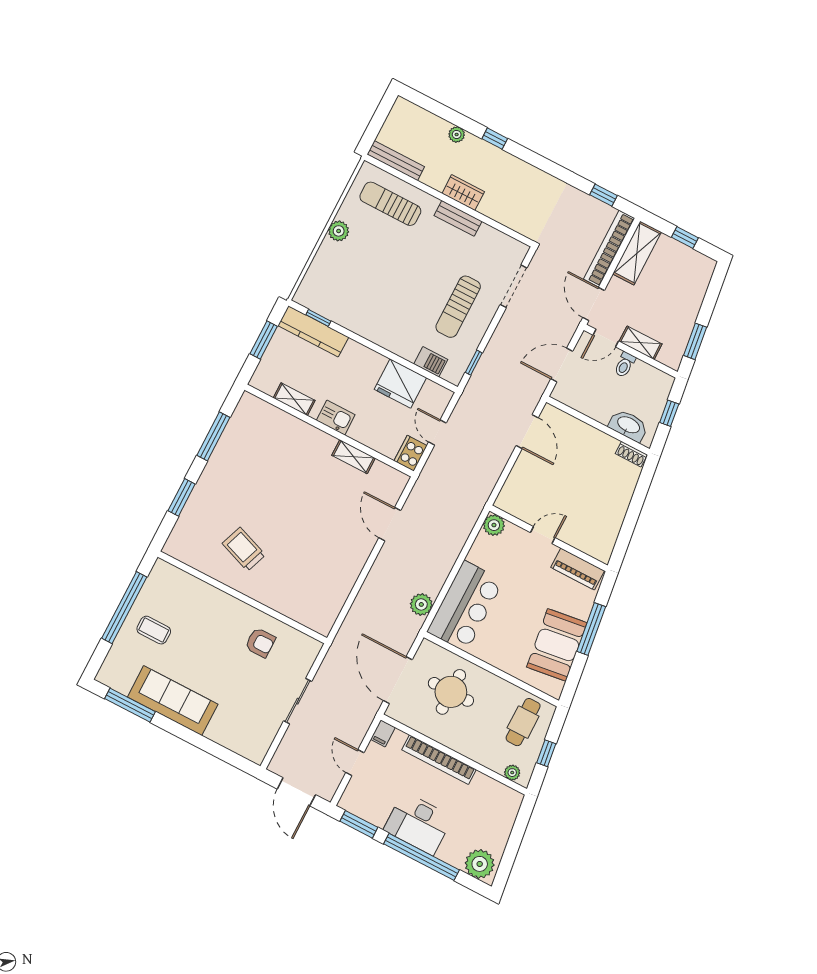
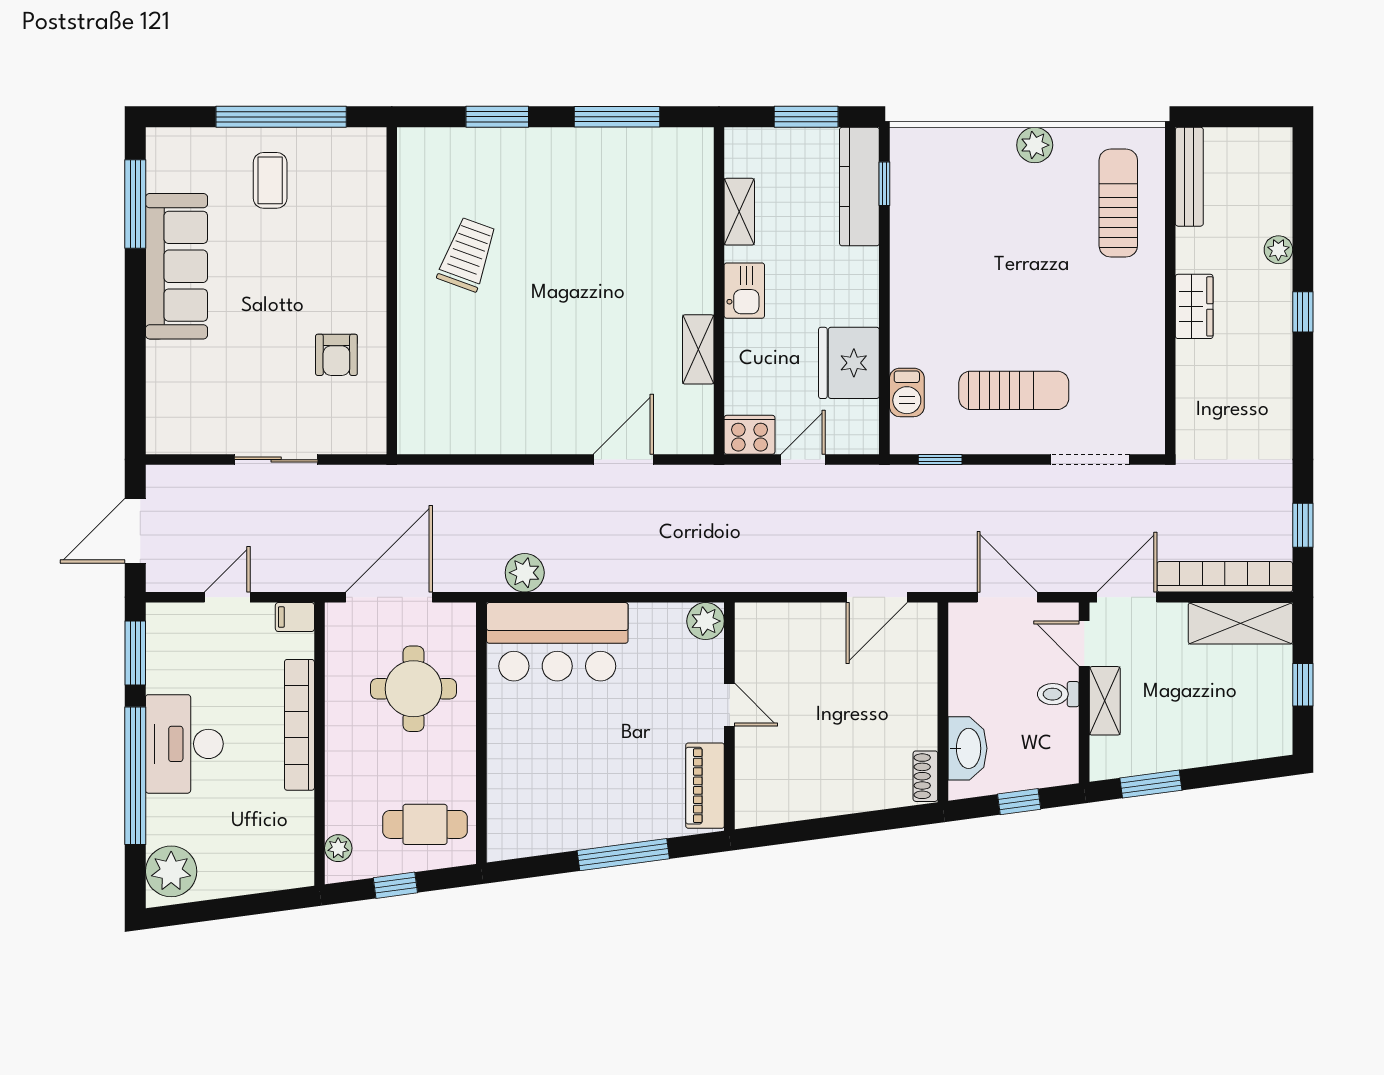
bench: (458, 218) -> (1150, 319), removed
sun lounger: (458, 307) -> (1014, 390), turned 180
booth: (557, 645) -> (571, 814), removed

